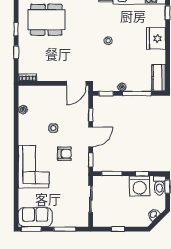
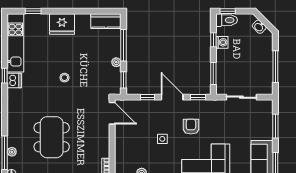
dining table: (46, 20) -> (52, 137), moved
washing machine: (140, 186) -> (222, 42), width x0.53, depth x0.53
window: (118, 229) -> (275, 67), width x2.17

